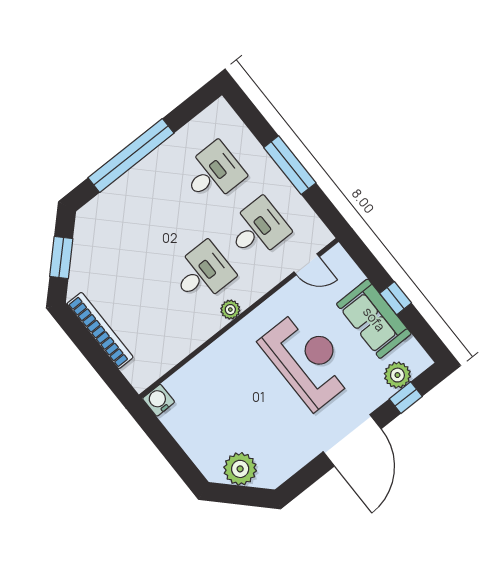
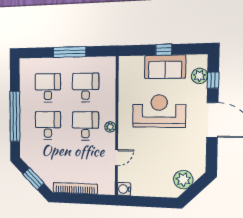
desk: (158, 217) -> (48, 126), added
door: (307, 264) -> (117, 158), moved

